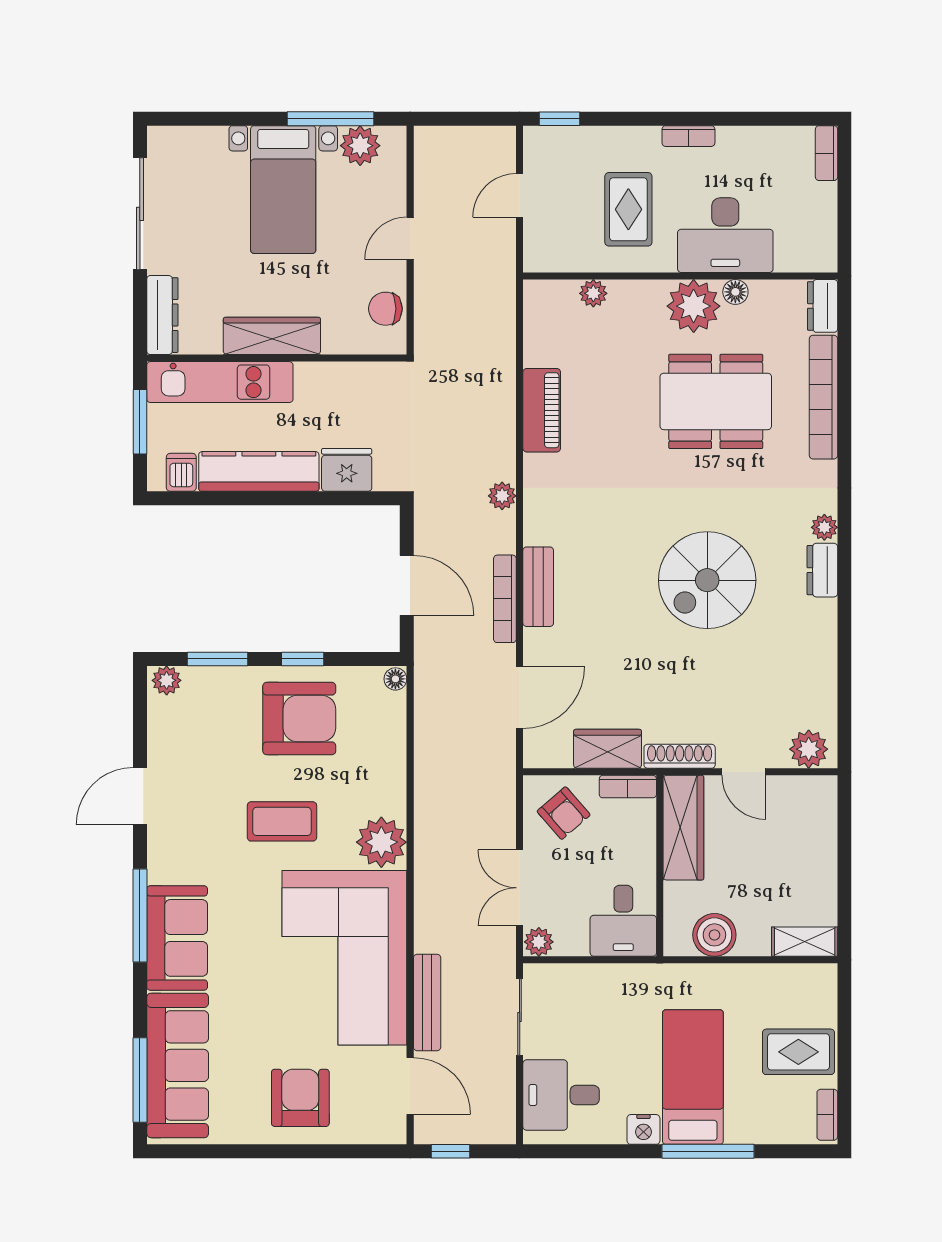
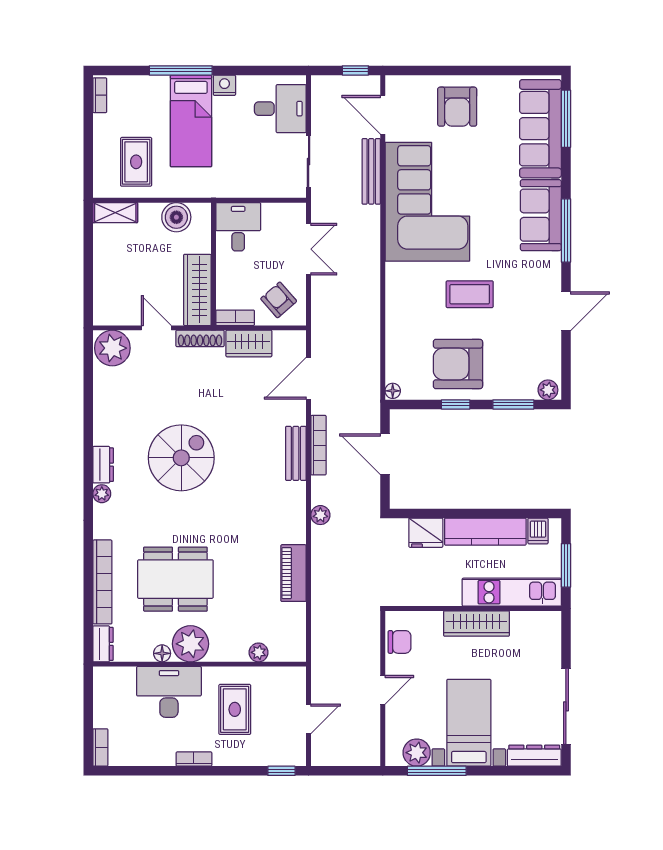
dresser: (162, 315) -> (534, 756), moved, turned 90
plant: (809, 749) -> (112, 348), width x1.36, depth x1.36
plant: (381, 842) -> (402, 280), removed
plant: (539, 942) -> (295, 213), removed
rug: (798, 1052) -> (136, 162), moved, turned 90

